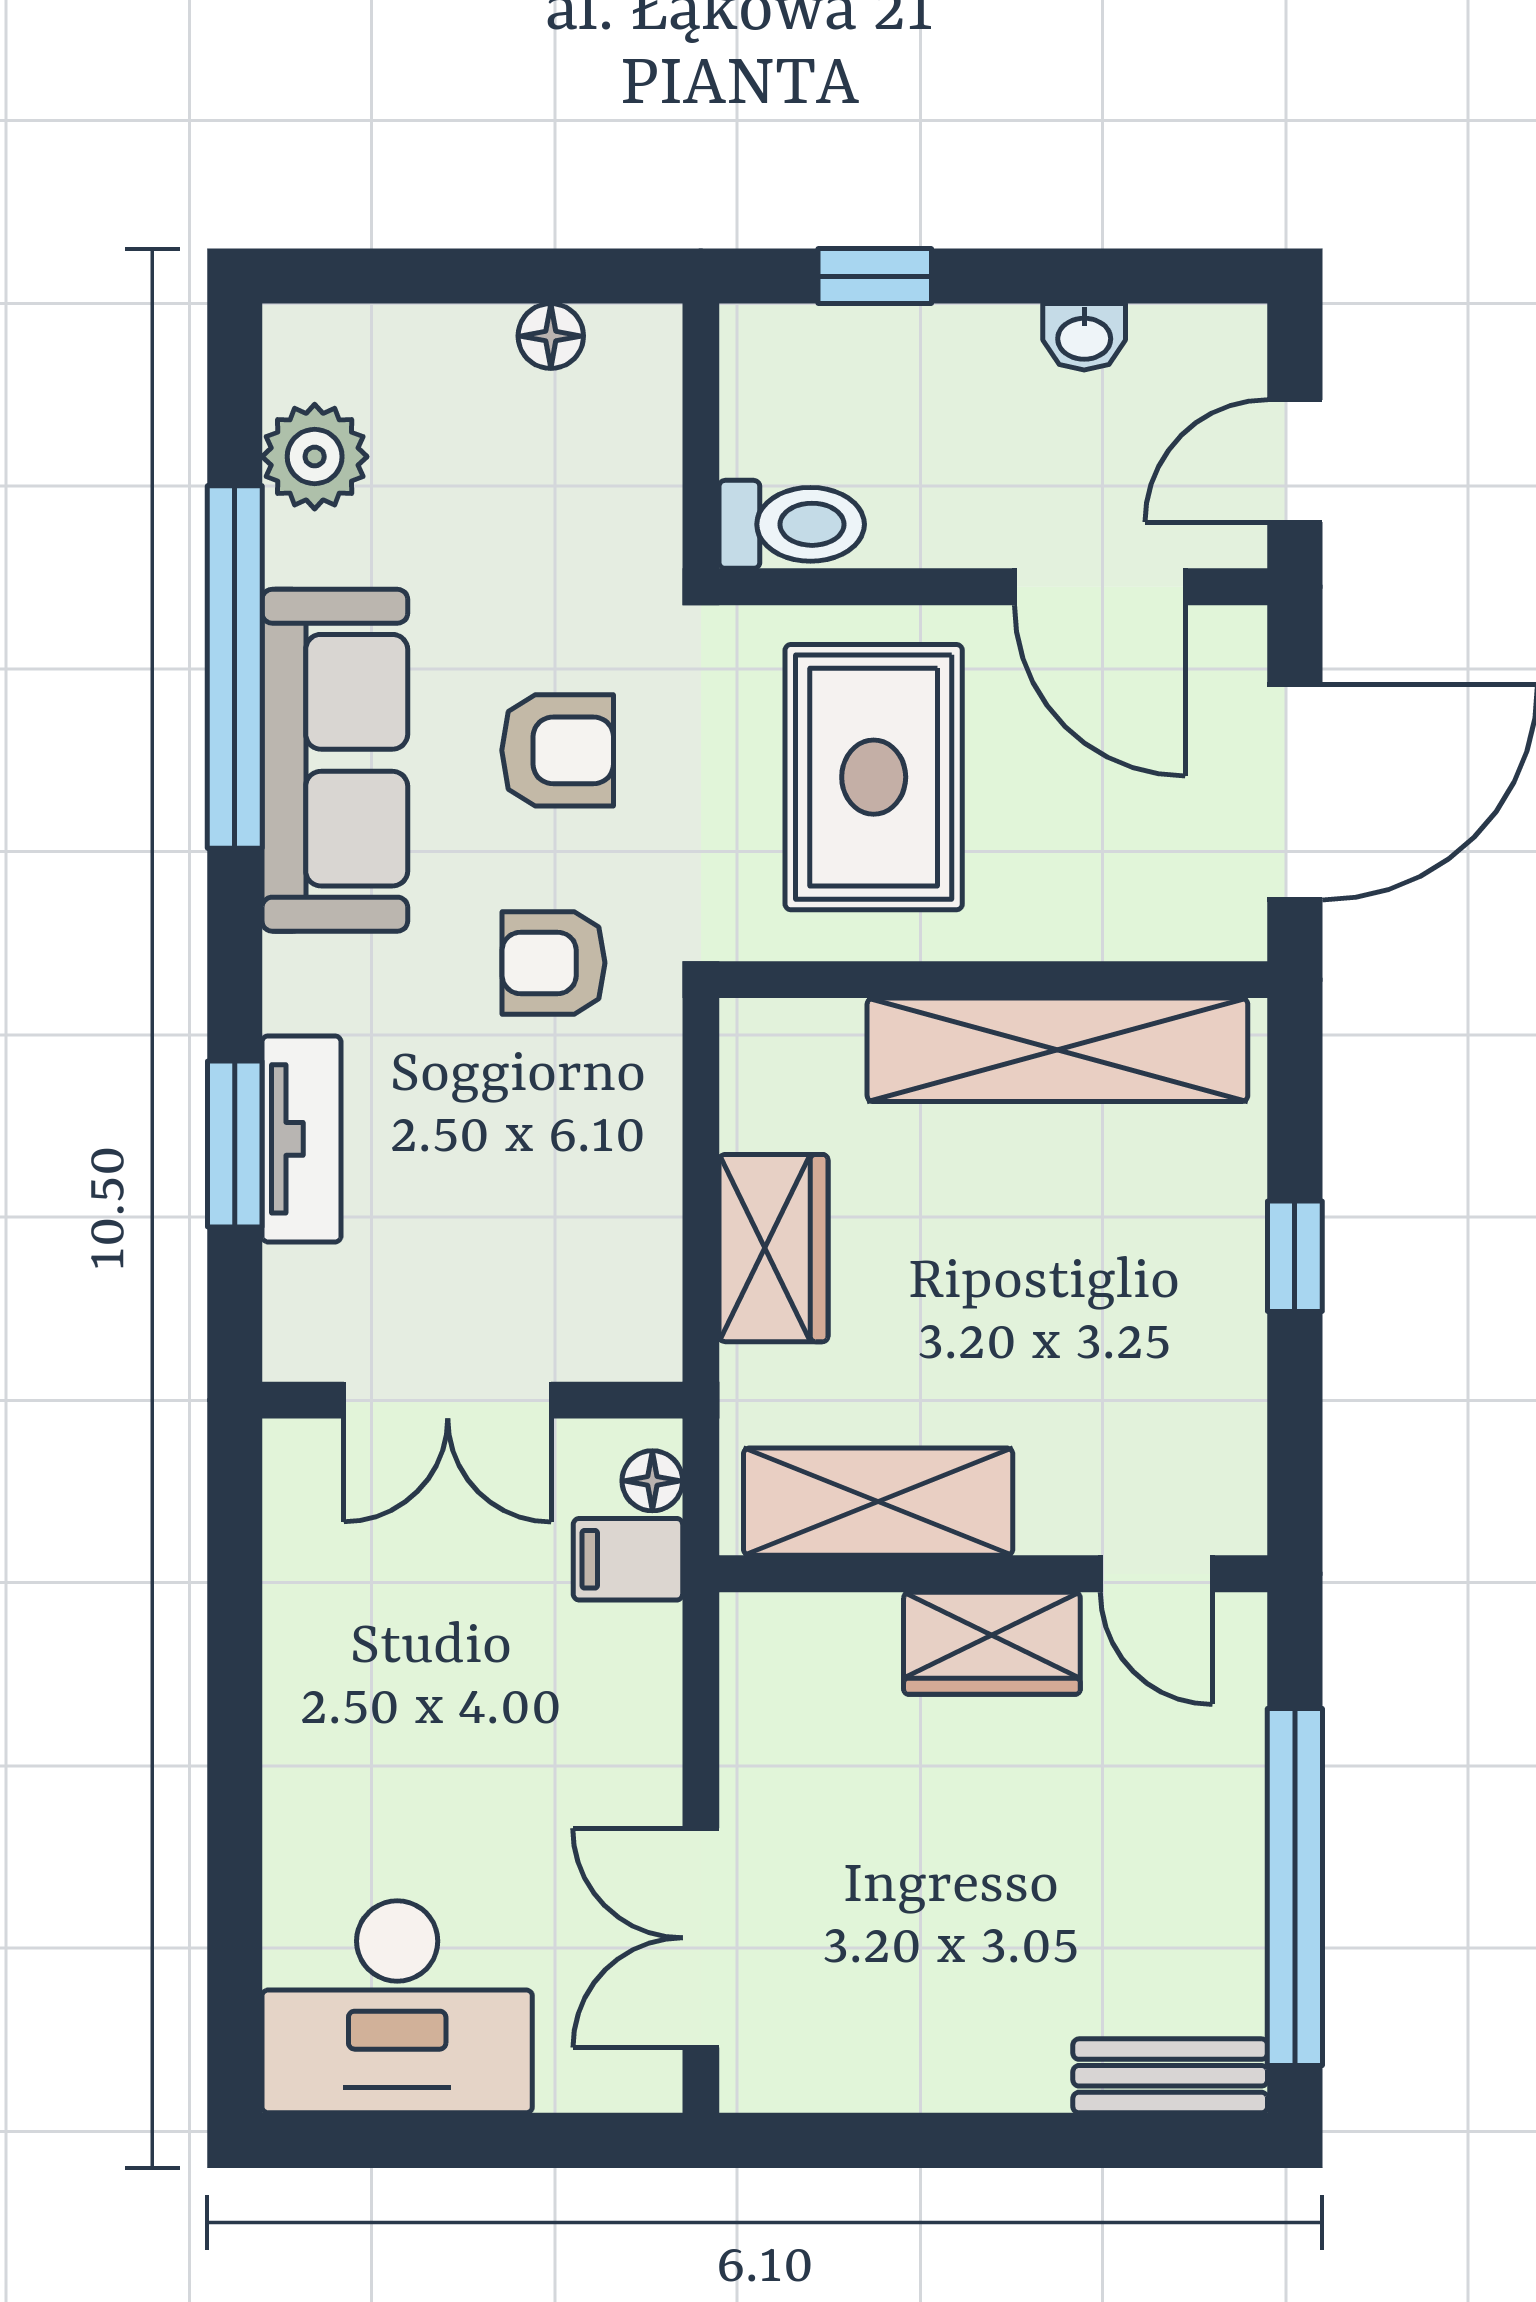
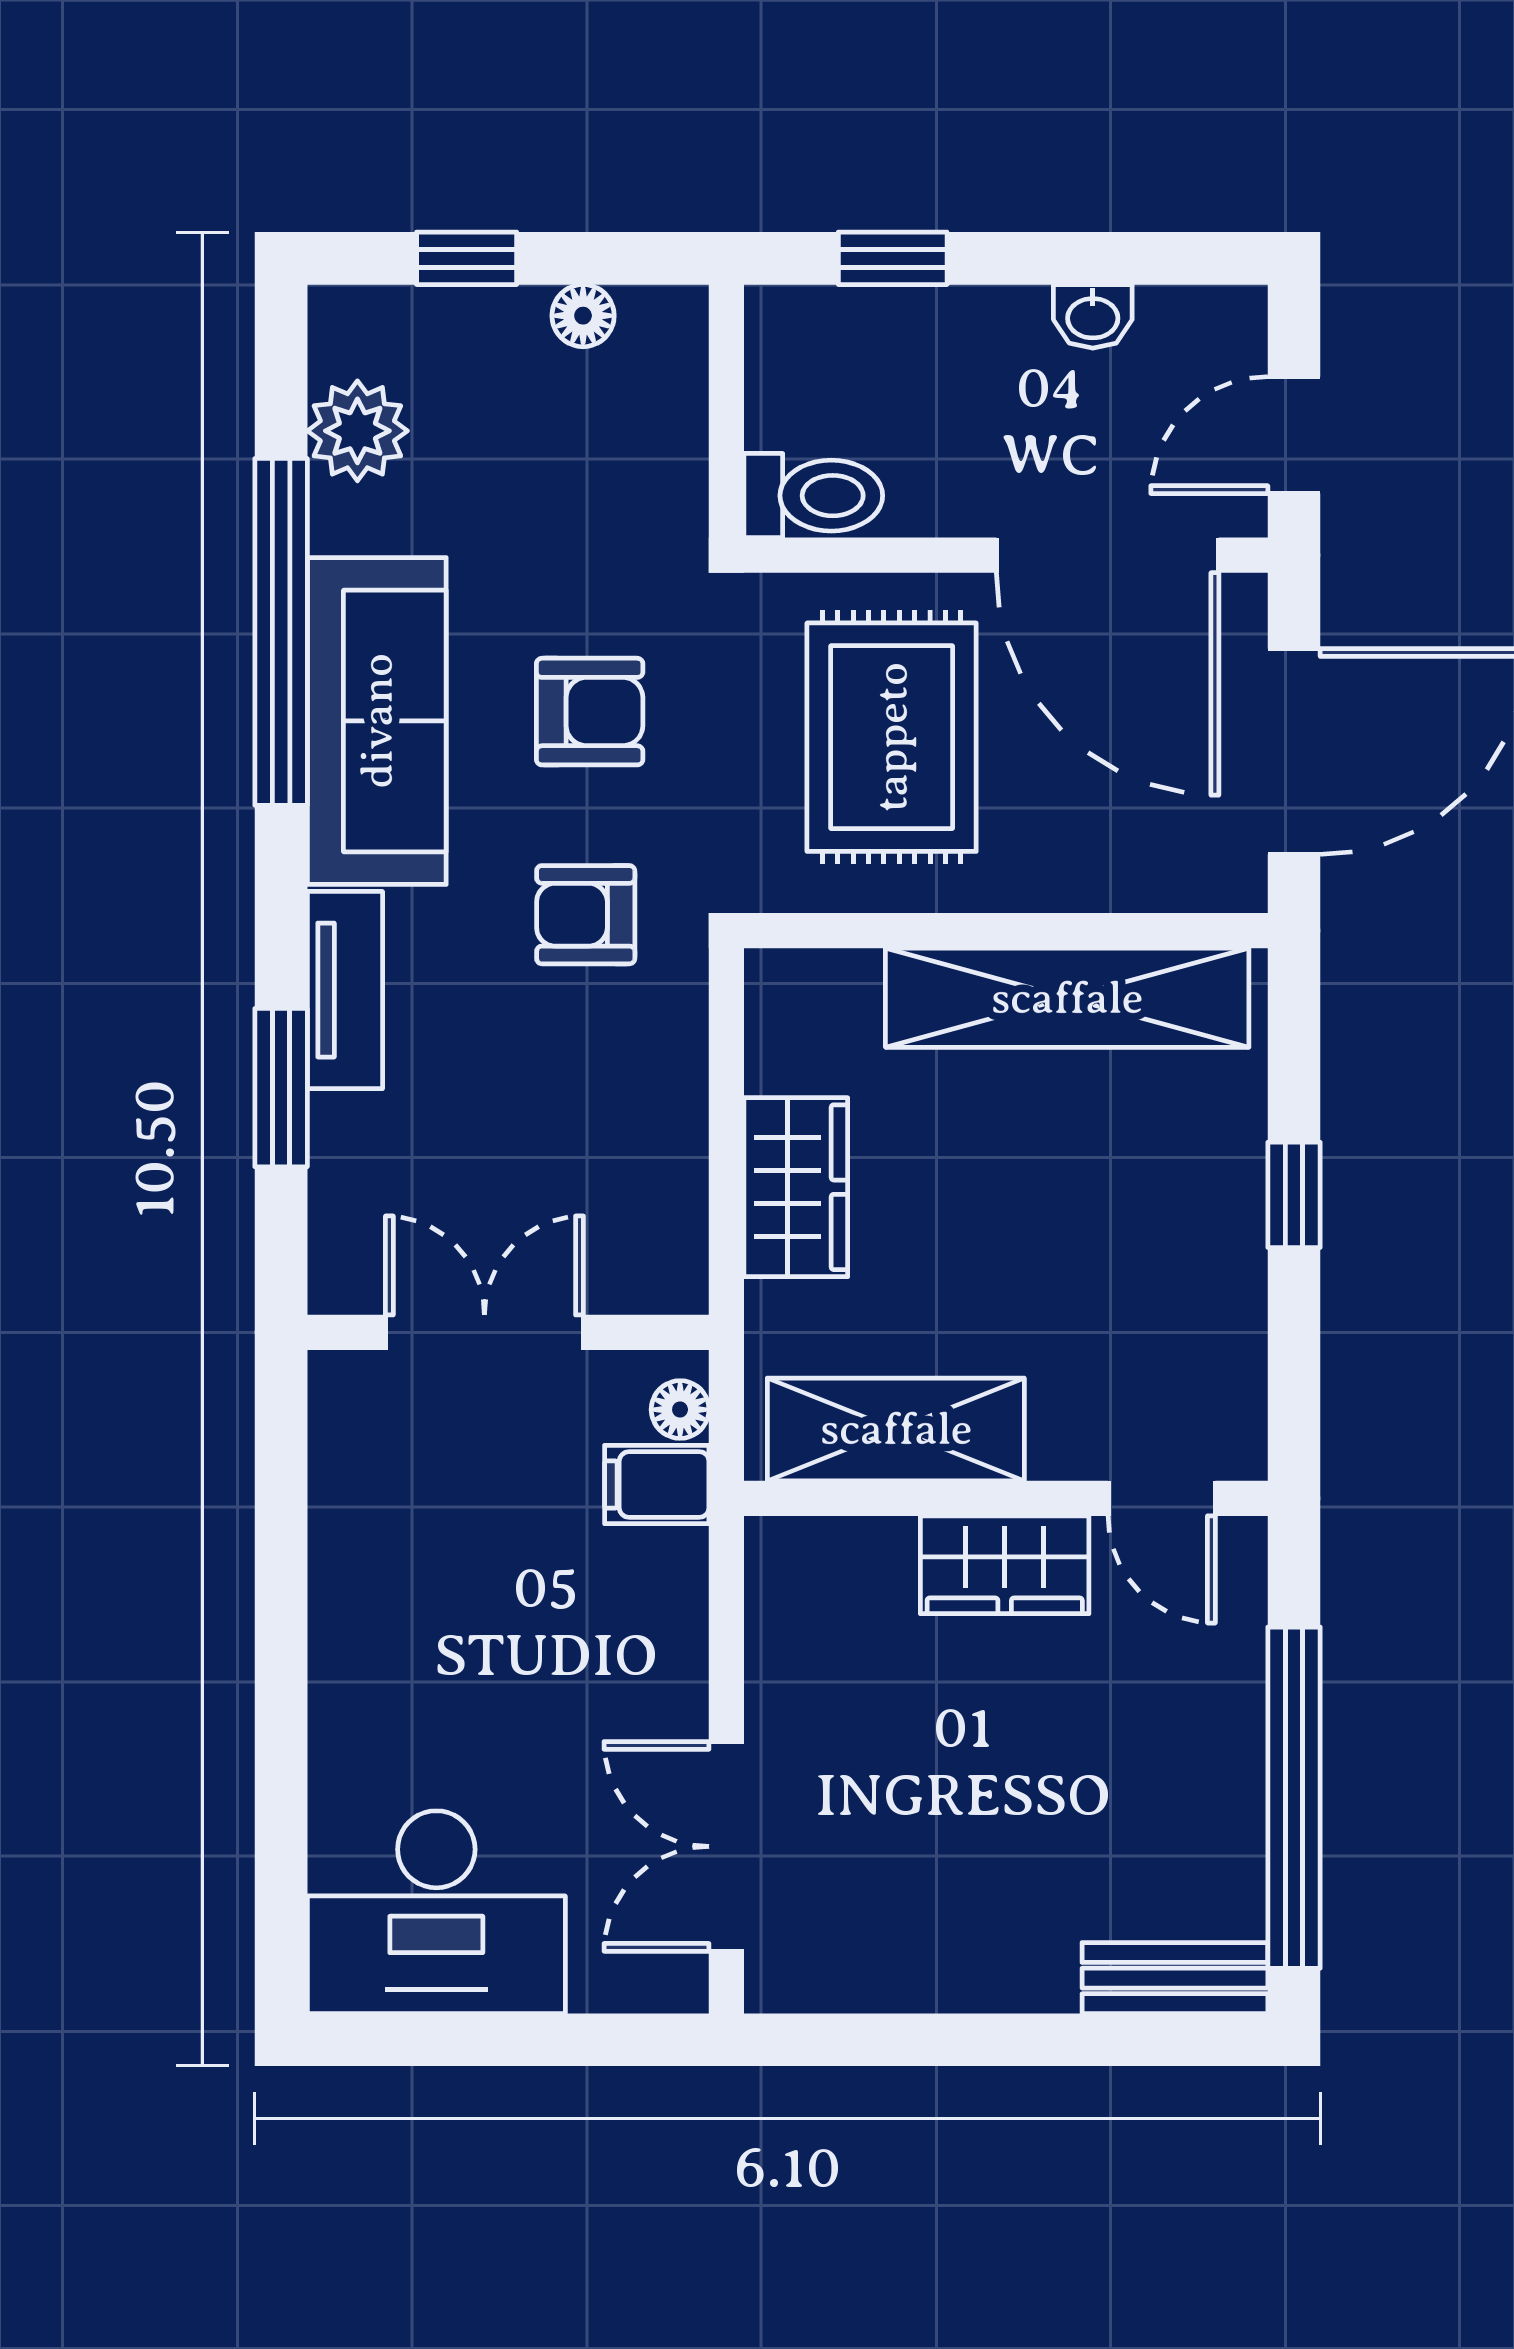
window: (429, 276) -> (467, 258), added
door: (1100, 587) -> (1108, 555), width x1.36
tv unit: (302, 1139) -> (345, 990), moved
double door: (448, 1400) -> (484, 1332), swing flipped

